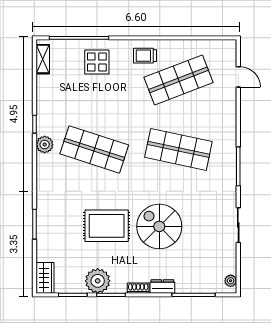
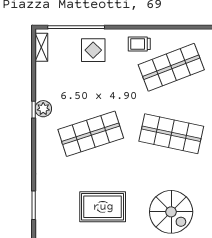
plant: (45, 145) -> (43, 109), moved
shop shelf: (94, 149) -> (91, 134), turned -36
spiral stairs: (159, 226) -> (171, 212), moved, turned 180

